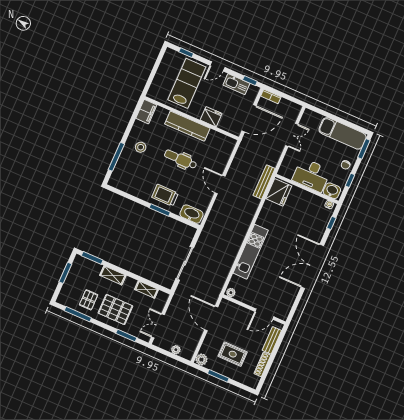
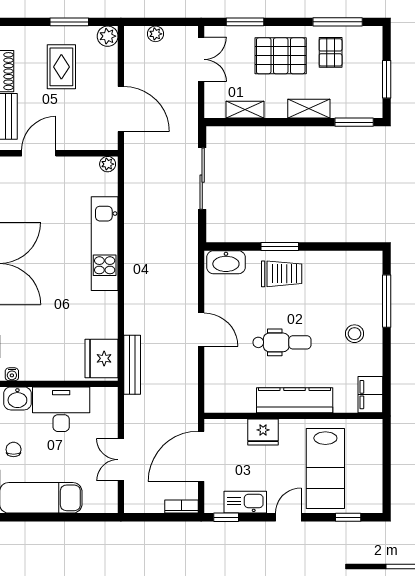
rug: (233, 354) -> (61, 67), turned 90

